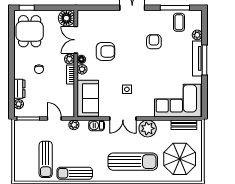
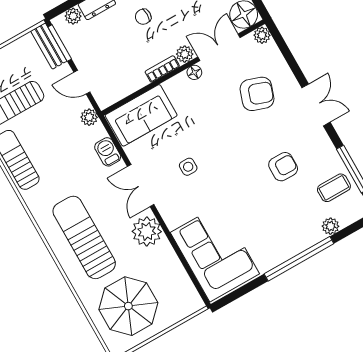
armchair: (105, 51) -> (257, 94), moved, turned -71
tv unit: (197, 58) -> (295, 247), removed
window: (205, 60) -> (299, 259), width x1.46
plant: (82, 69) -> (262, 35), moved
door: (54, 119) -> (82, 82), swing flipped
bench: (184, 125) -> (49, 46), moved
sun lounger: (133, 162) -> (84, 237), turned 180

